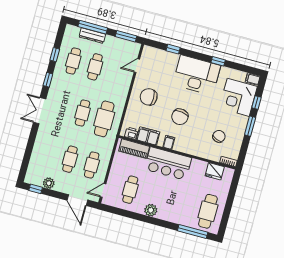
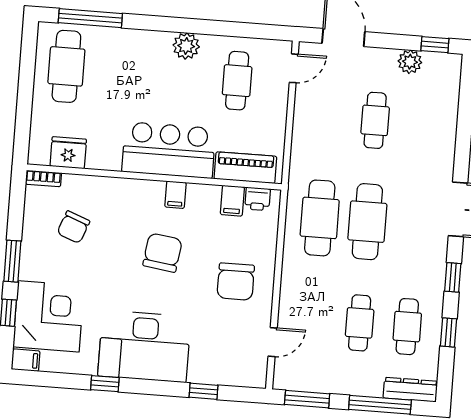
dresser: (92, 36) -> (410, 390), moved
chair: (149, 97) -> (236, 282), turned 90
cafe table: (82, 113) -> (367, 222), width x1.37, depth x1.35
filing cabinet: (148, 136) -> (232, 201), width x0.50
cafe table: (92, 165) -> (327, 117), removed

